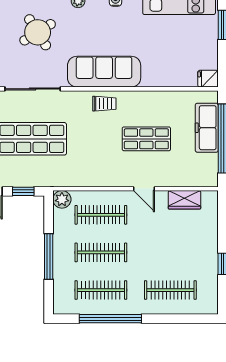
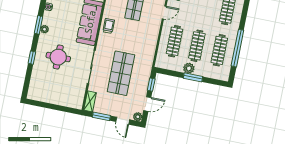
round table: (38, 32) -> (58, 57), turned 32
plant: (62, 199) -> (189, 68), moved
window: (49, 256) -> (193, 77), width x0.69

